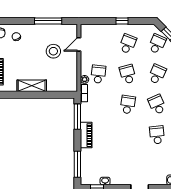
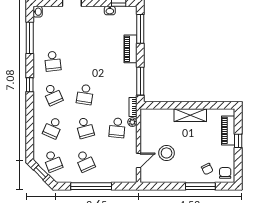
window: (48, 21) -> (200, 186), moved
window: (122, 21) -> (91, 186), width x3.17
school desk: (128, 44) -> (85, 161), turned -45
school desk: (157, 44) -> (53, 161), turned -45
piano: (86, 135) -> (130, 49), moved

